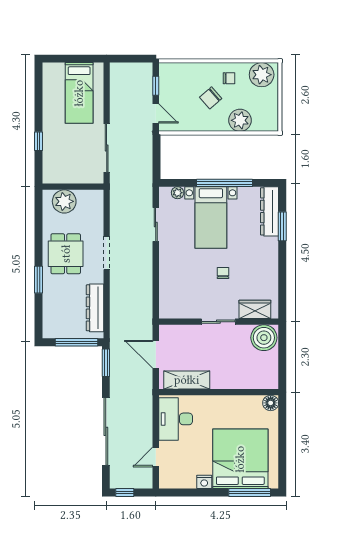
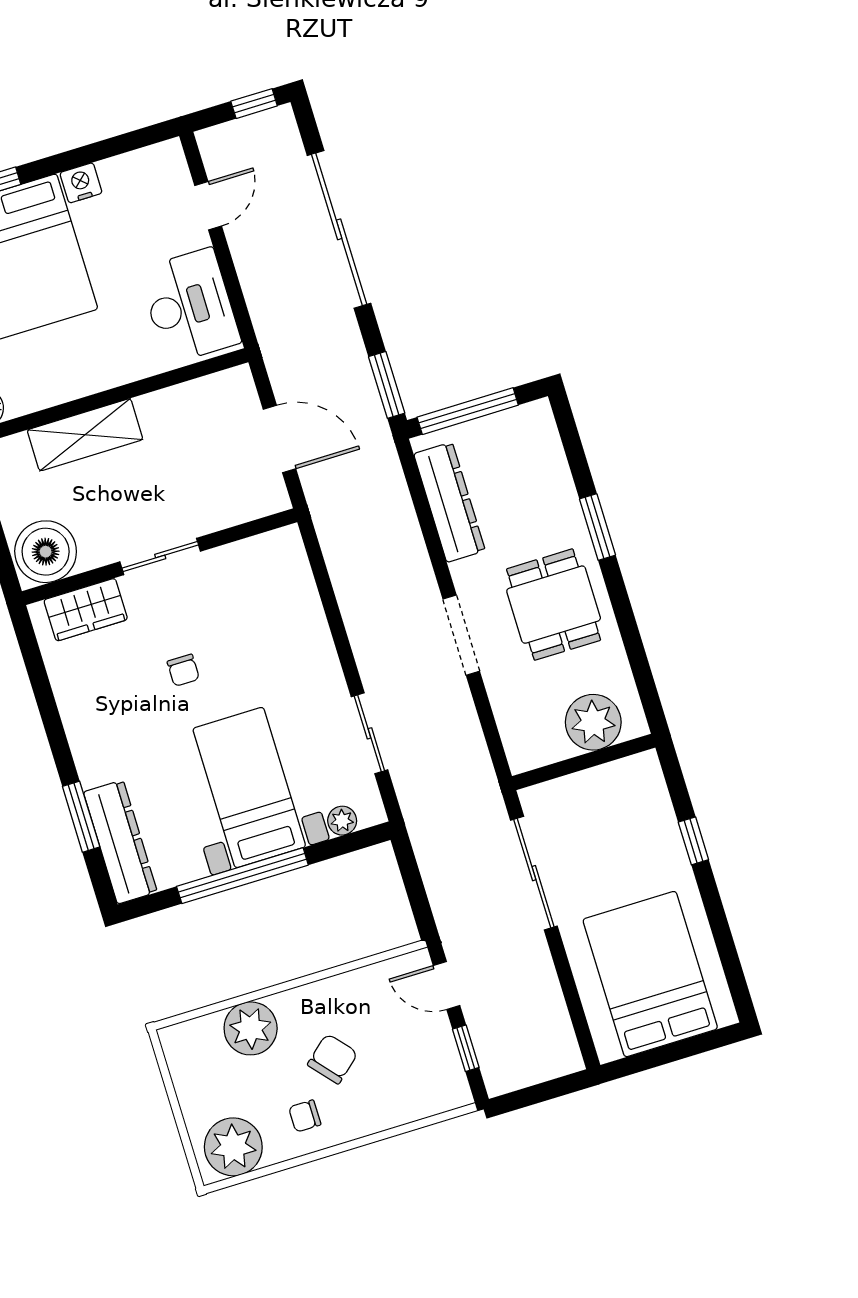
bed: (79, 93) -> (650, 974), width x1.50
shelving: (187, 380) -> (85, 435), moved

